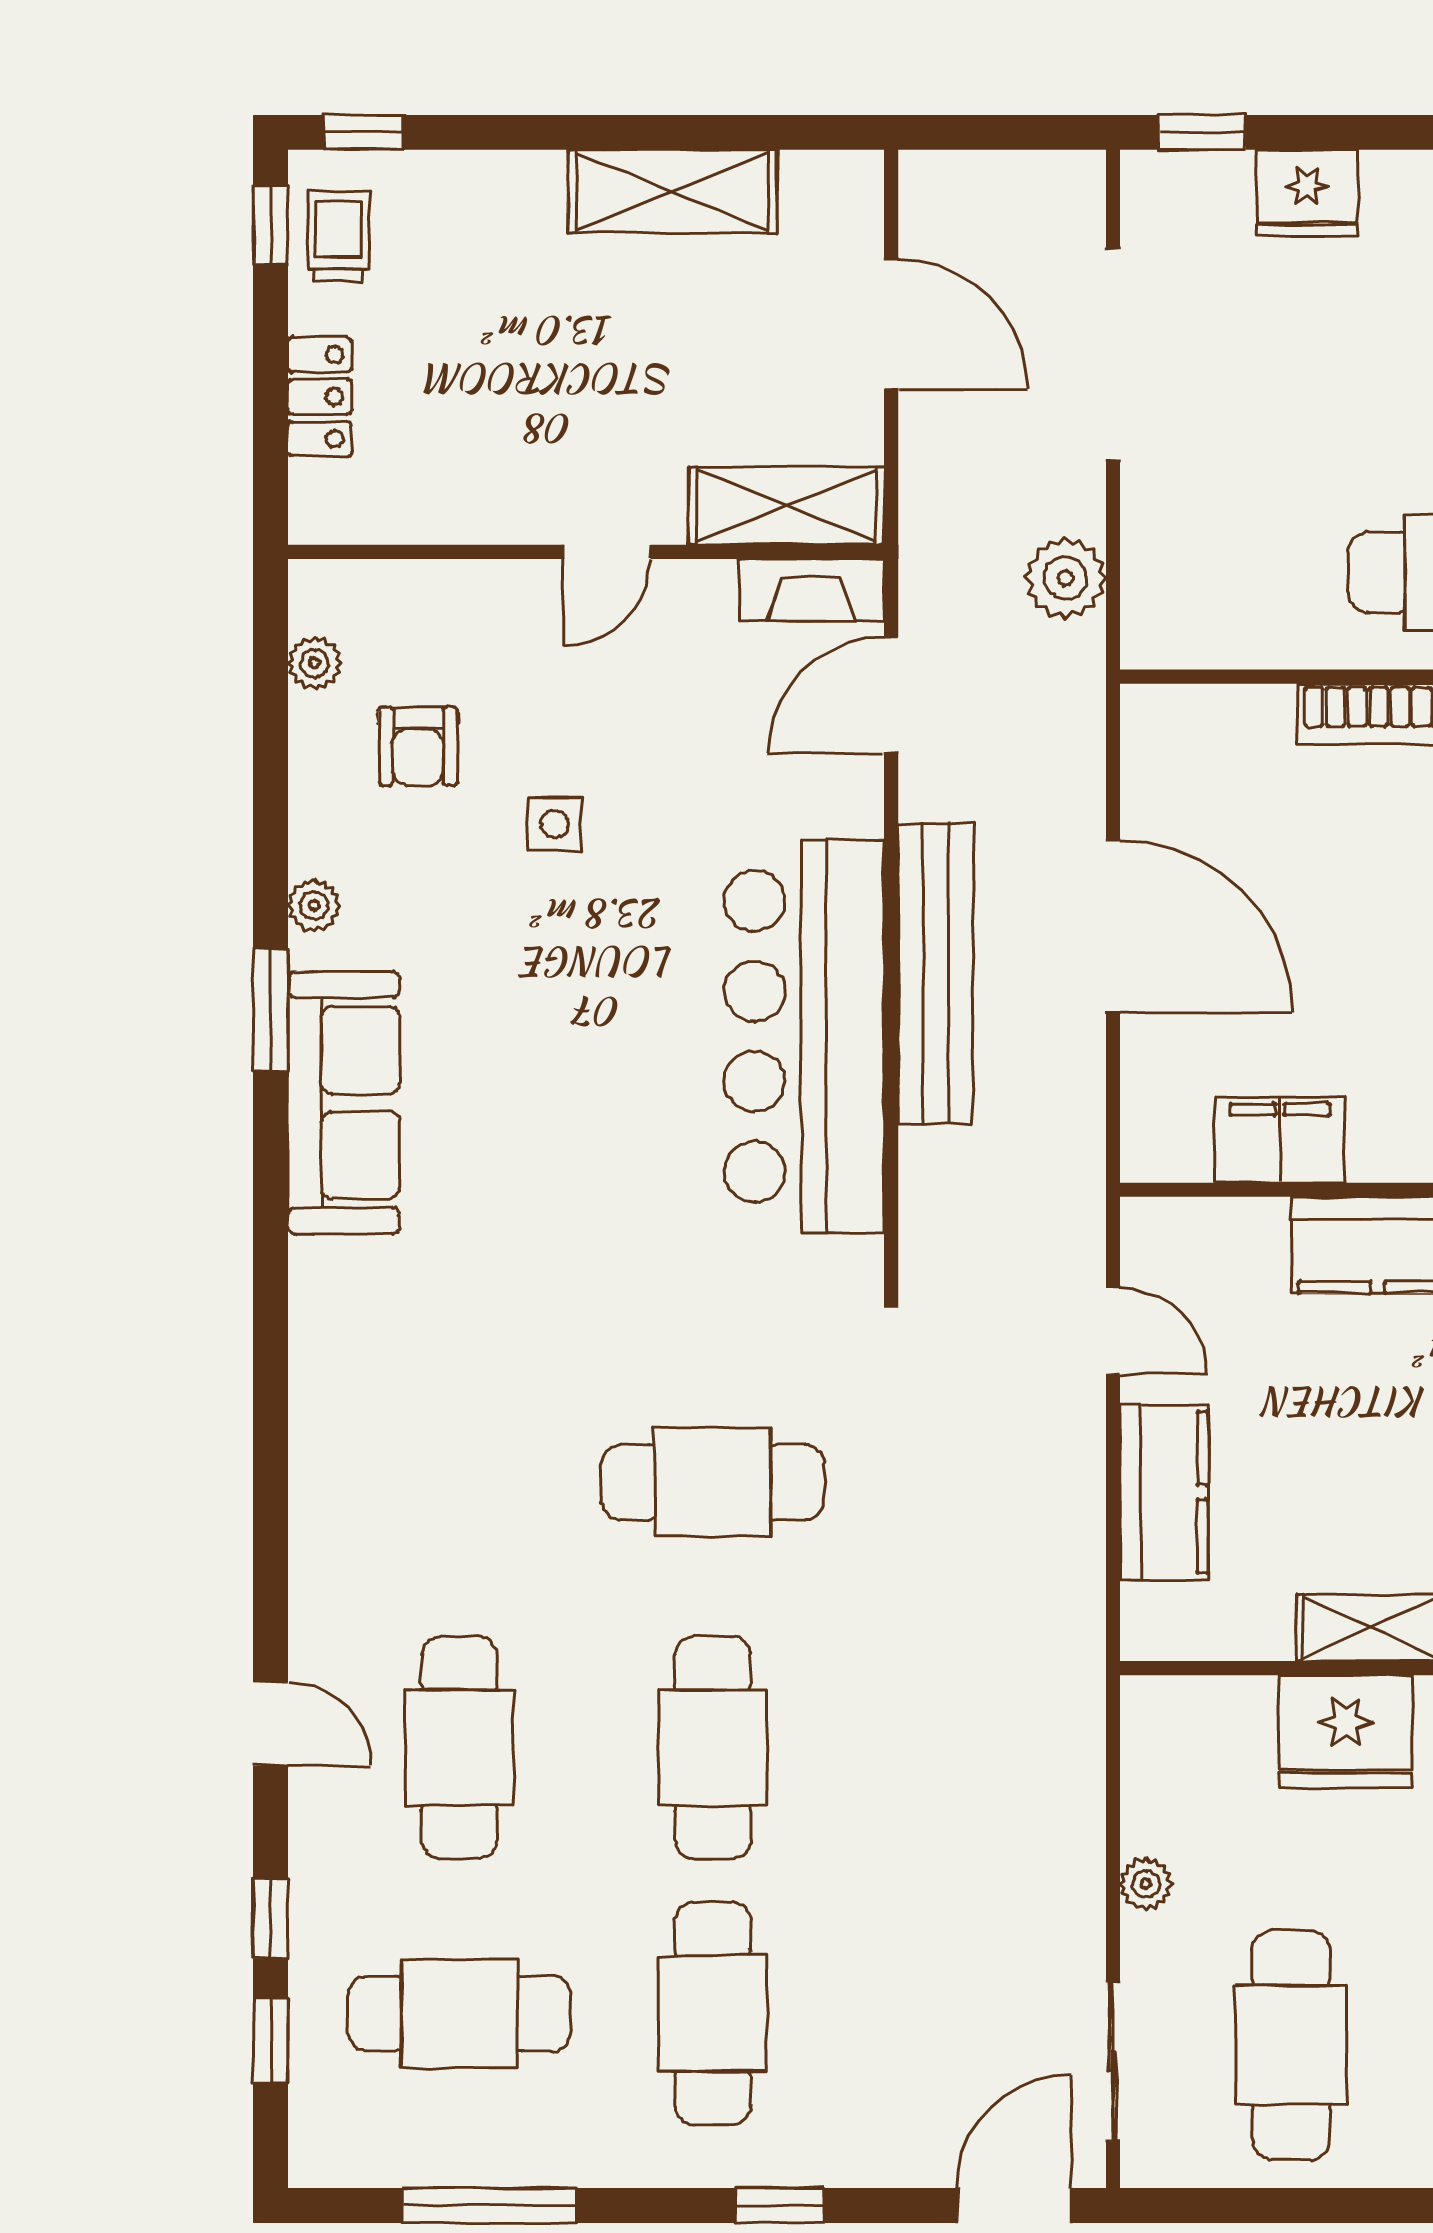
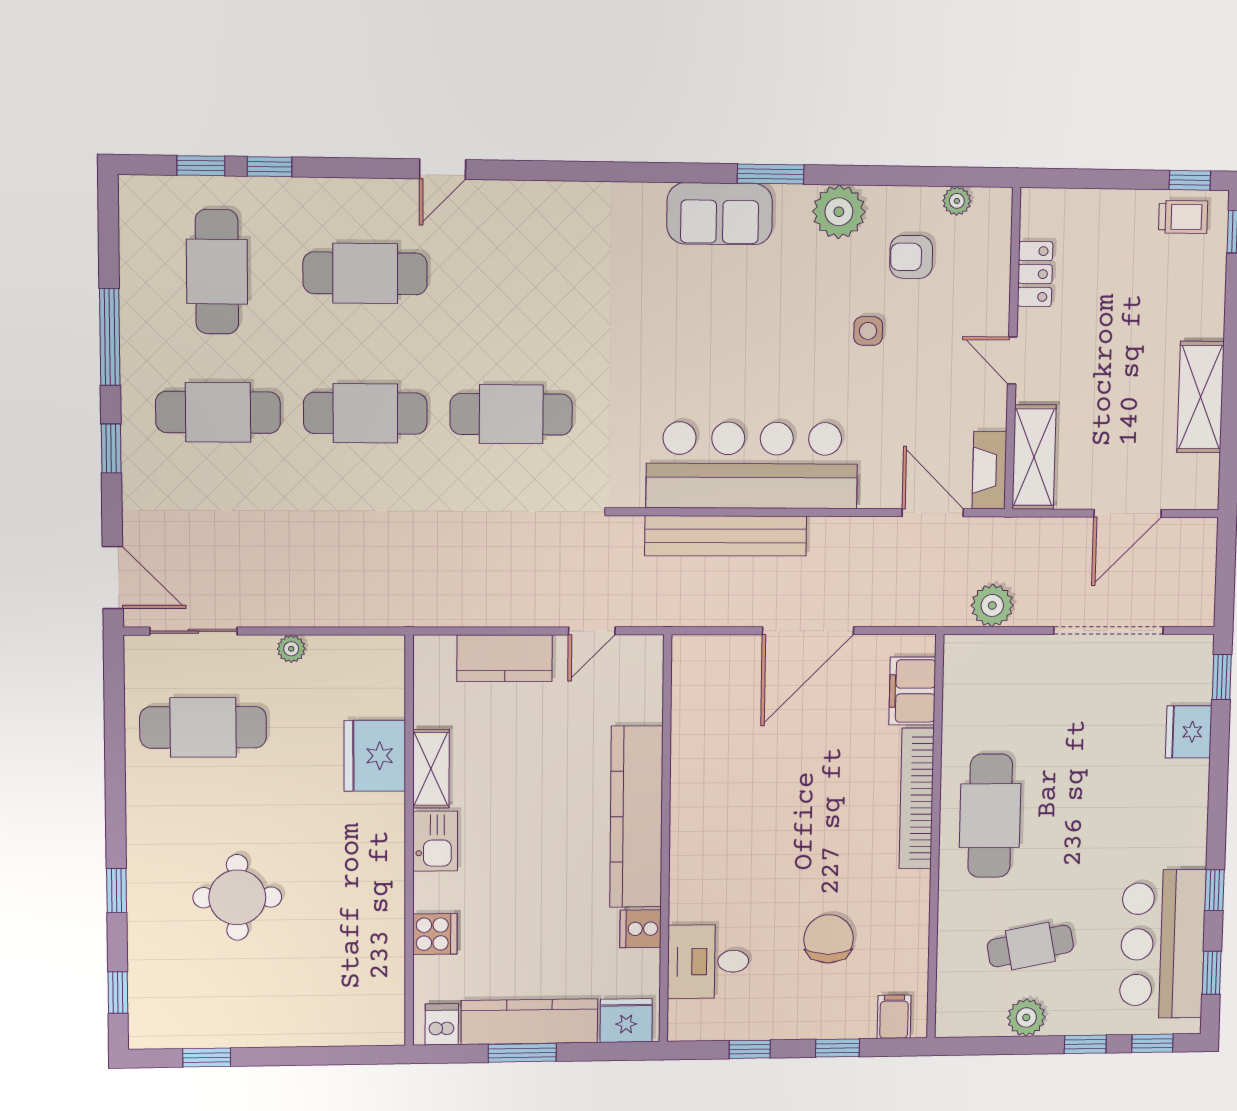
locker: (320, 397) -> (1035, 274), moved, turned -90
plant: (314, 905) -> (839, 212), width x1.88, depth x1.88
bench: (935, 973) -> (726, 536), moved
sofa: (344, 1103) -> (720, 214), width x0.73
filing cabinet: (1280, 1140) -> (912, 691), moved, turned 180
cafe table: (713, 1482) -> (511, 414), turned 90
door: (271, 1724) -> (443, 169), moved
window: (490, 2205) -> (110, 337), moved

